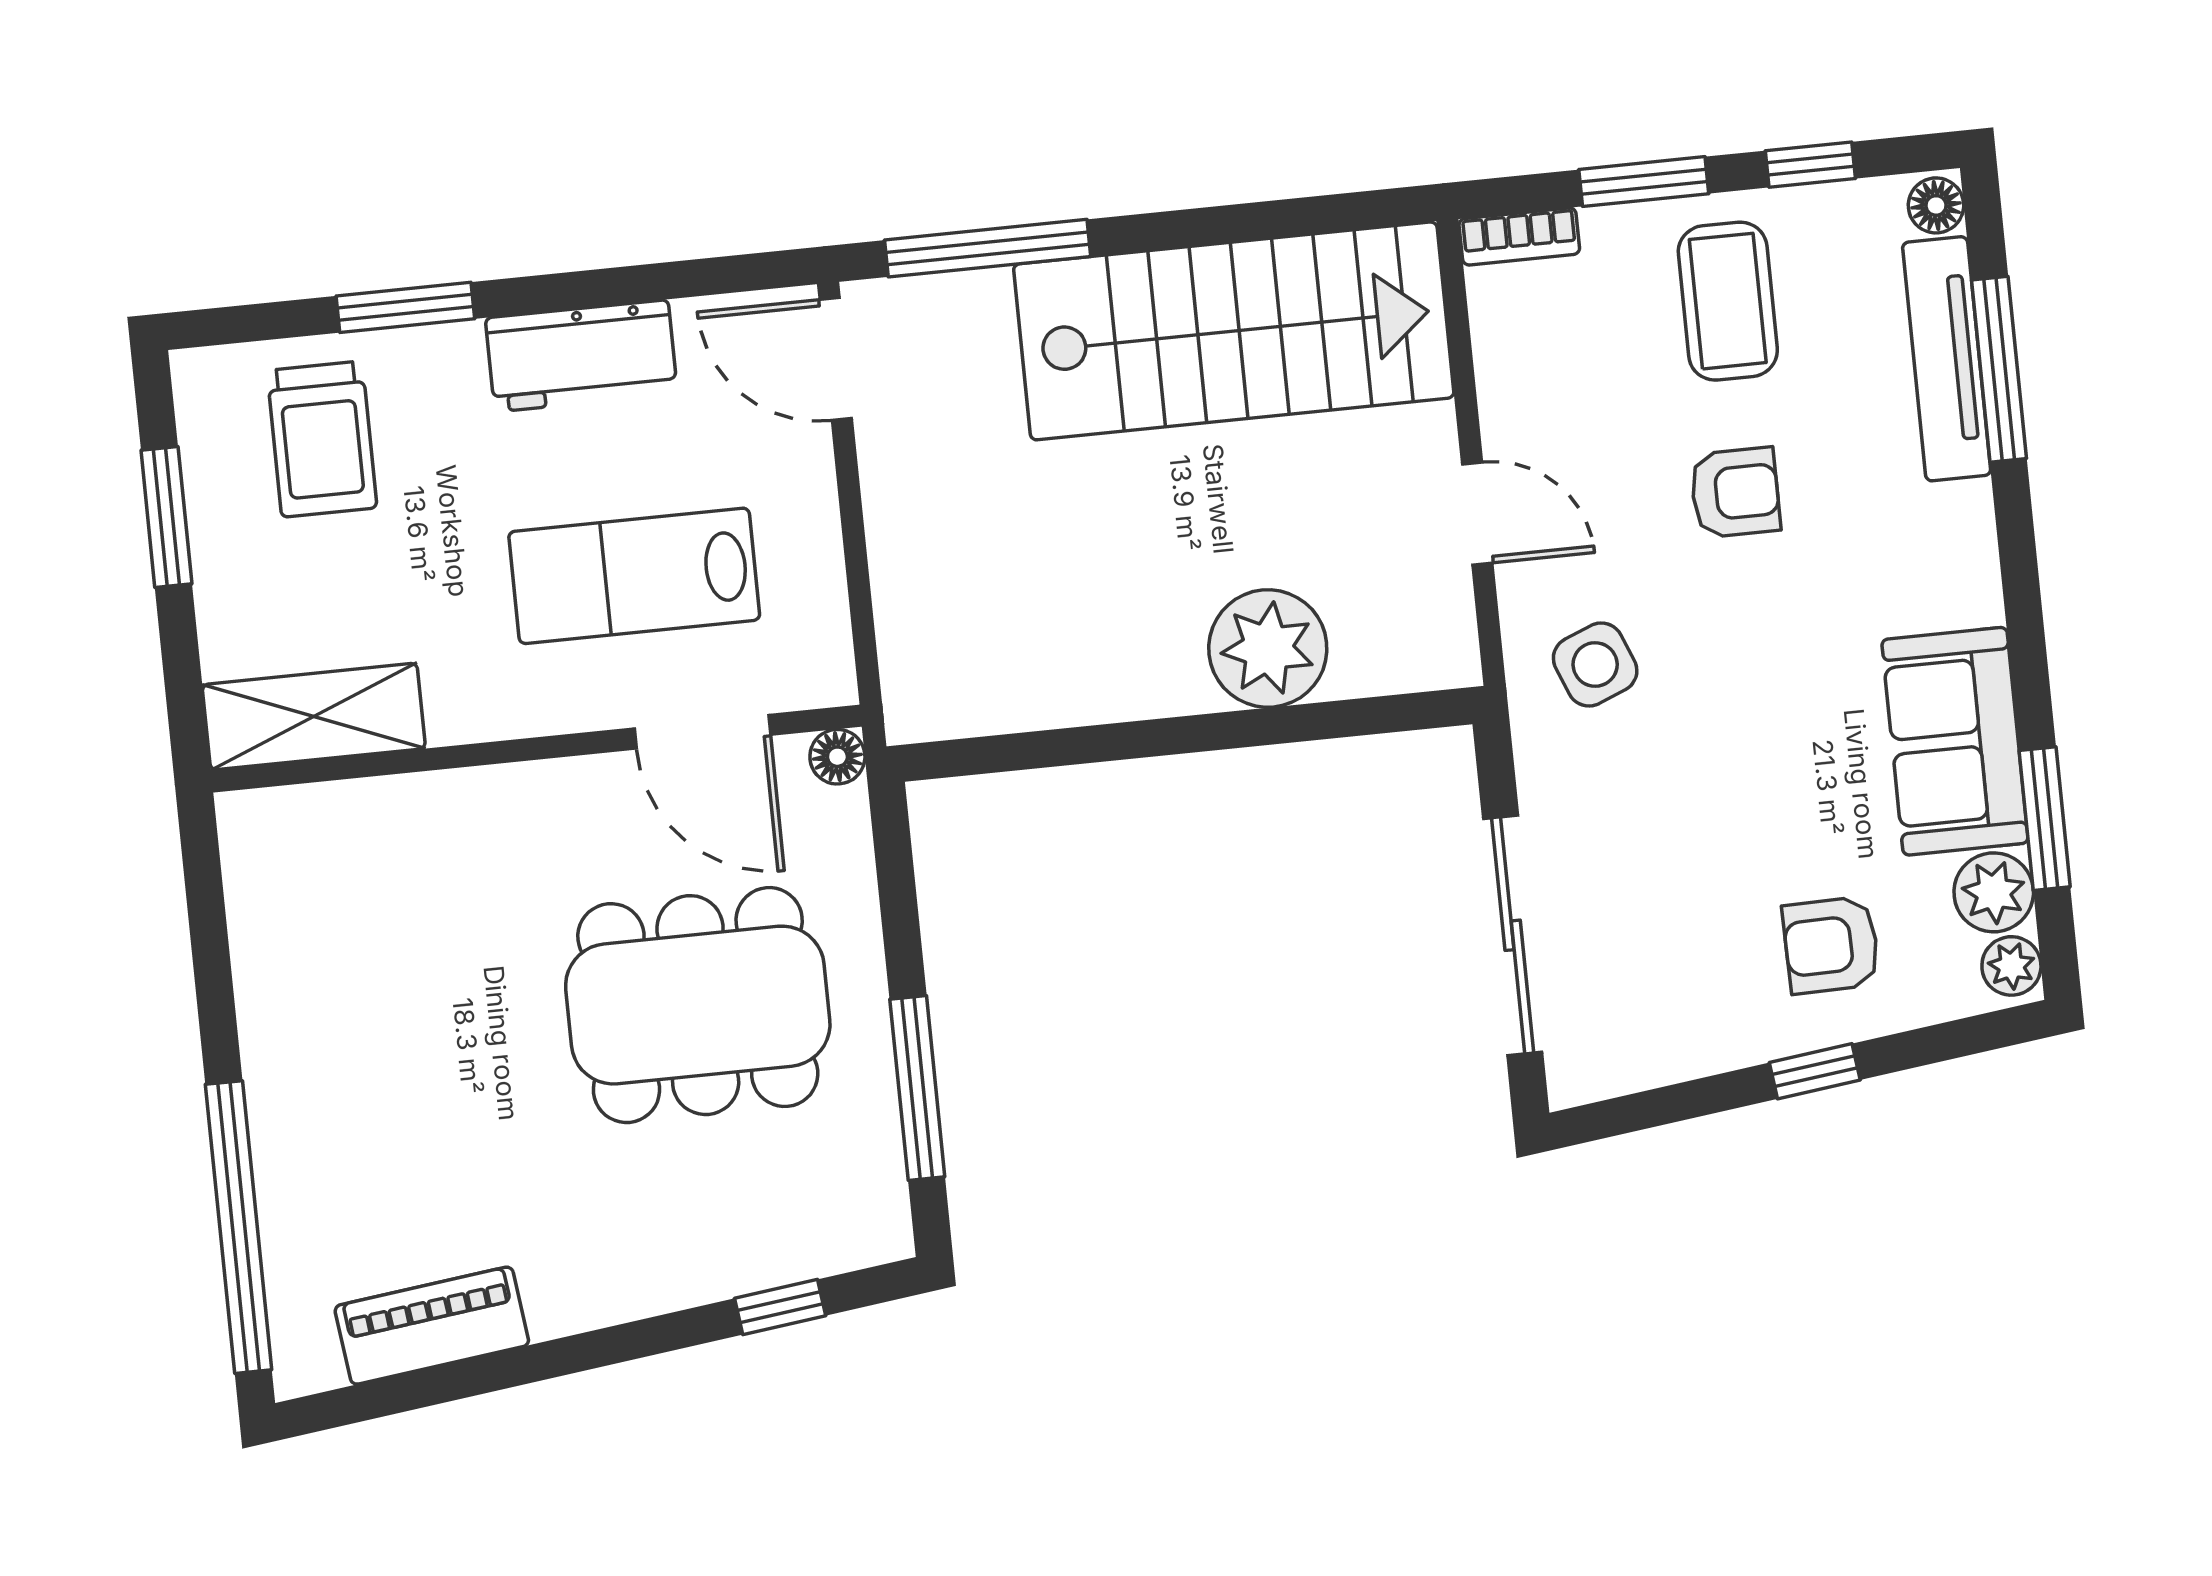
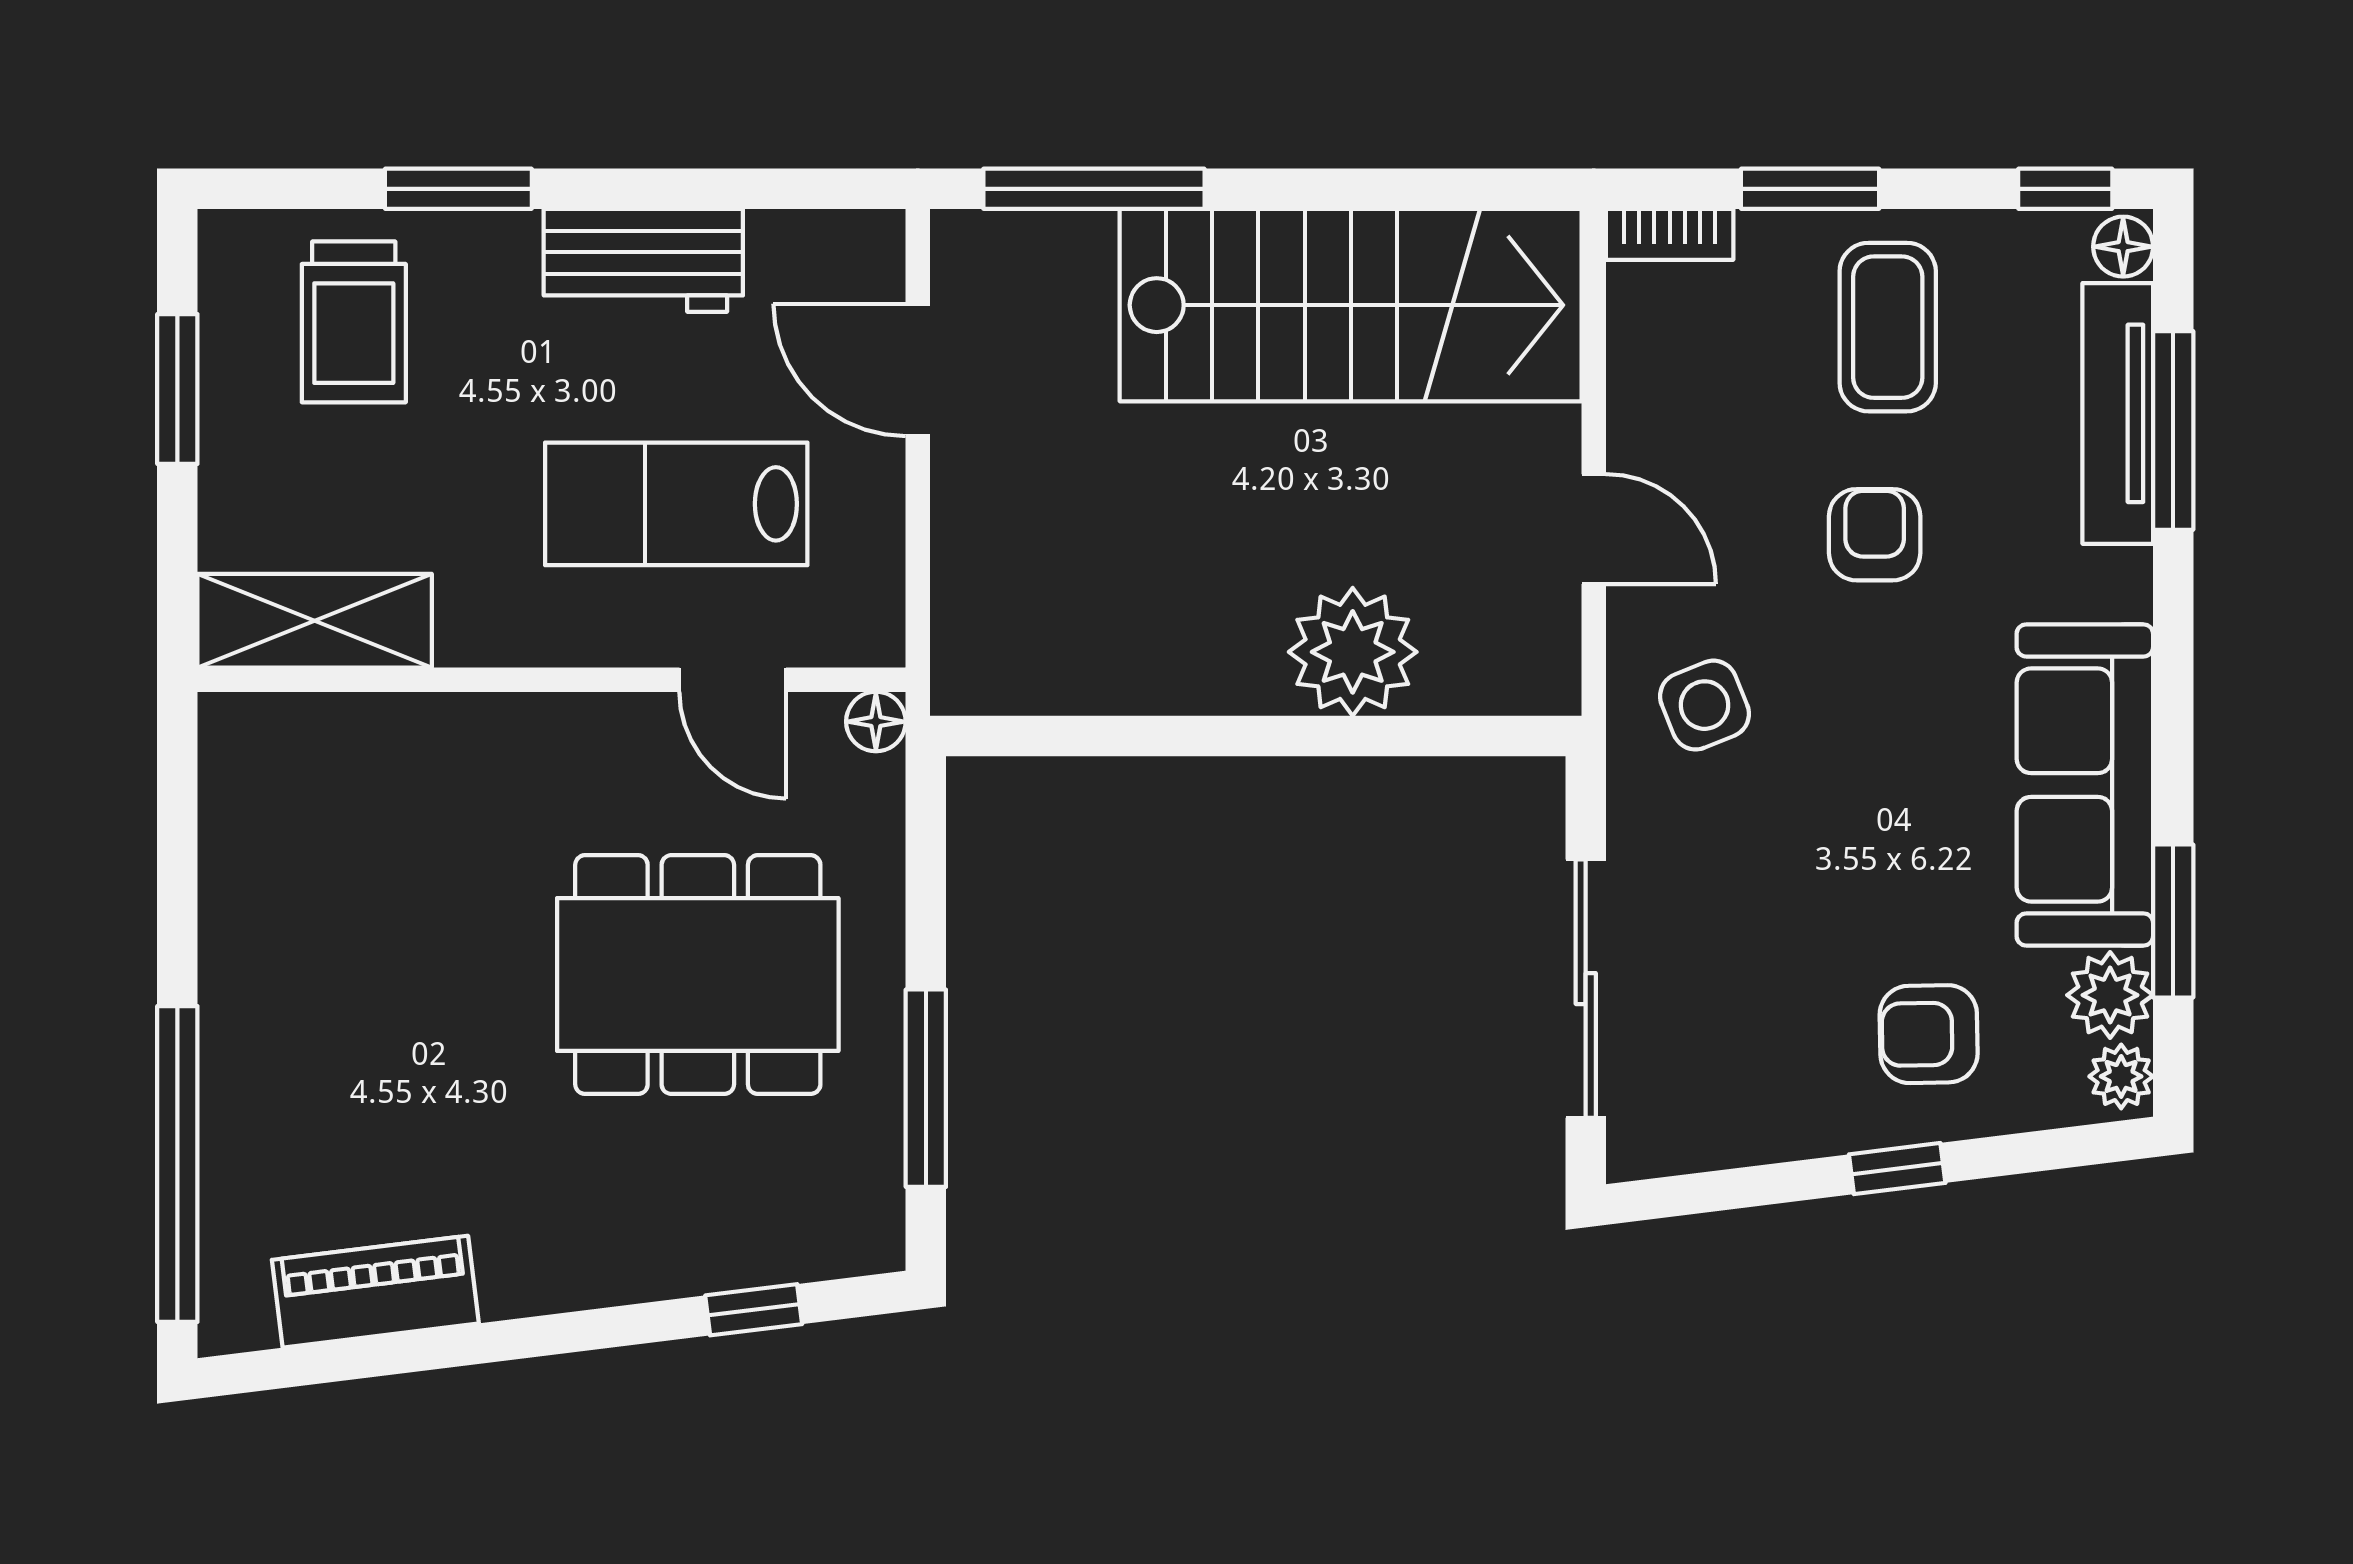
window: (1810, 165) -> (2065, 189), moved
door: (836, 359) -> (918, 370), moved
armchair: (1735, 493) -> (1875, 535), turned -90
door: (702, 732) -> (733, 680), width x0.73
sofa: (1955, 741) -> (2085, 785), width x1.36

